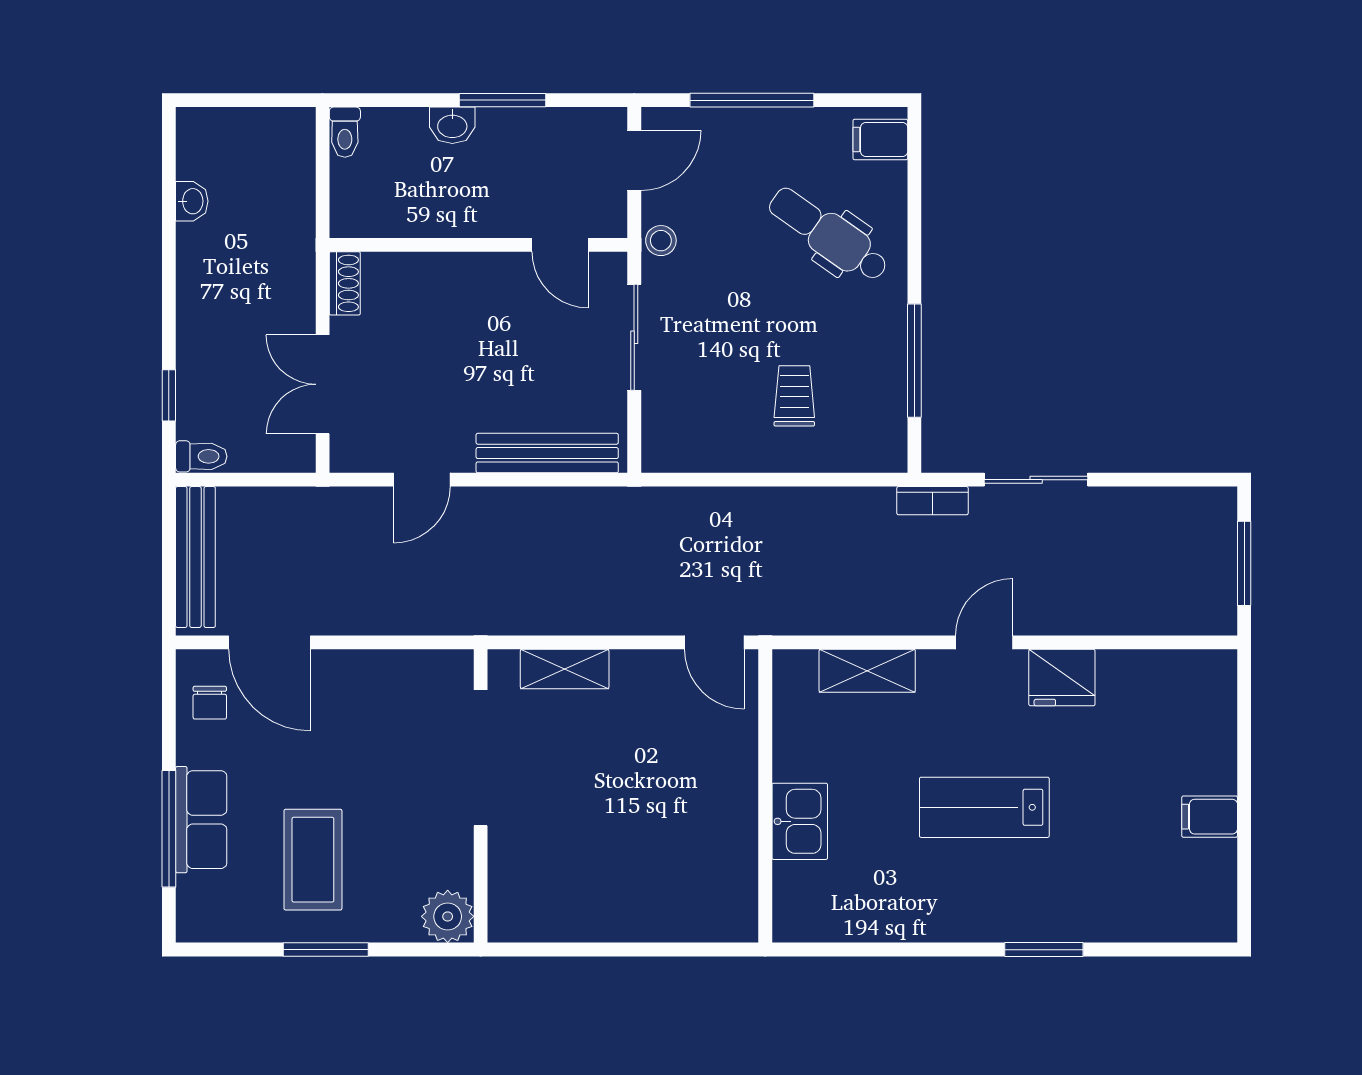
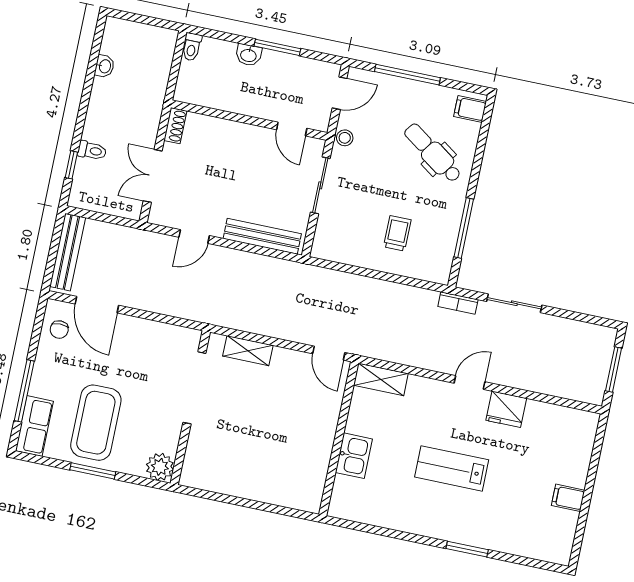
toilet: (201, 456) -> (92, 151), moved
shelving: (867, 671) -> (381, 379), moved
row of seats: (201, 820) -> (34, 426), moved
coffee table: (313, 860) -> (96, 423), width x1.36, depth x1.32

